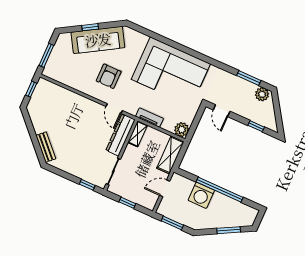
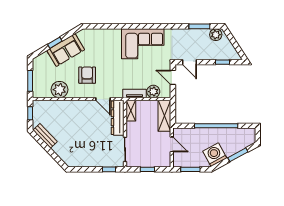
sofa: (98, 40) -> (66, 50), width x0.73
corner sofa: (171, 72) -> (143, 44), width x0.73, depth x0.74
armchair: (109, 76) -> (87, 75), turned 180
plant: (73, 78) -> (60, 90), added
door: (197, 119) -> (173, 77), added
plant: (182, 130) -> (153, 92), moved
bench: (46, 147) -> (45, 136), moved
door: (165, 188) -> (172, 144), swing flipped
washing machine: (201, 195) -> (215, 155), moved, turned 152

